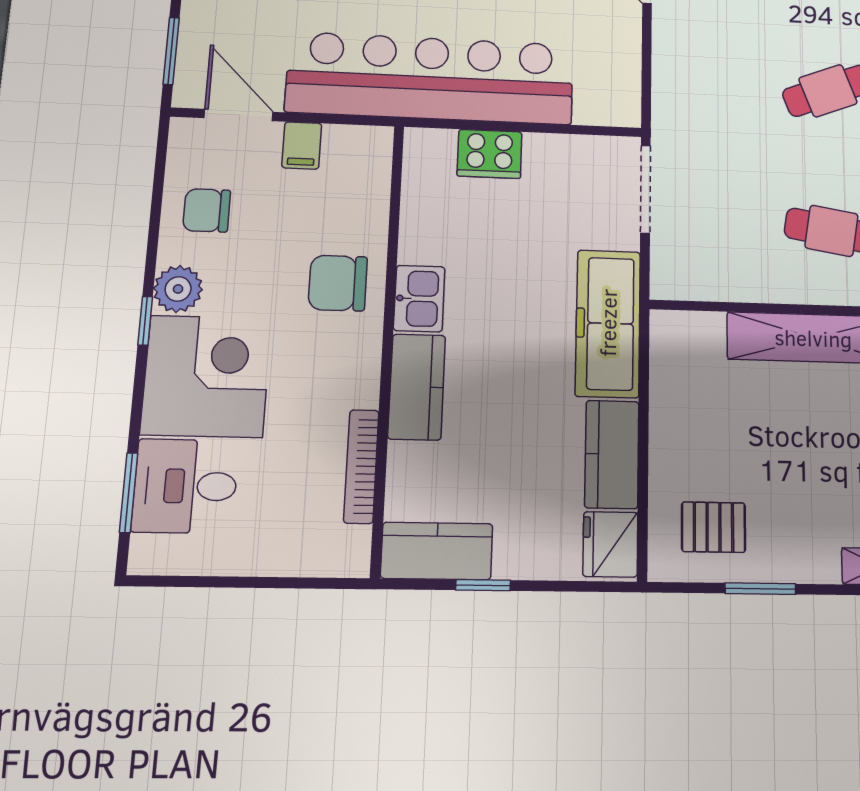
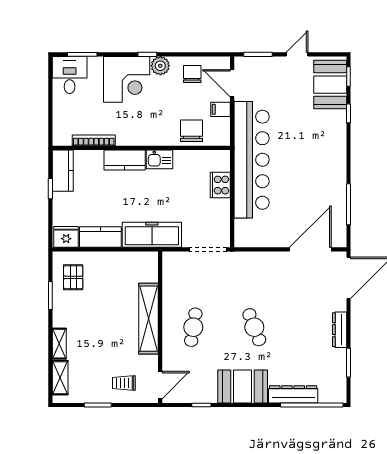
door: (239, 115) -> (232, 83), swing flipped
chair: (338, 283) -> (192, 131), moved
desk: (185, 486) -> (70, 75), moved

